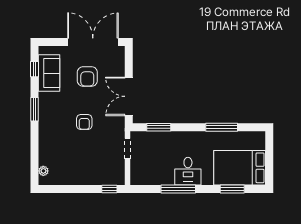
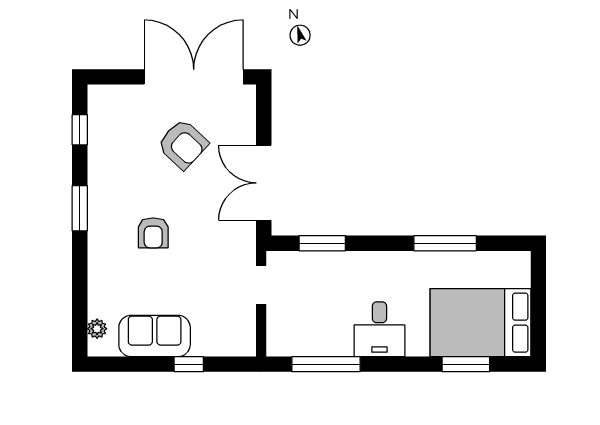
sofa: (49, 73) -> (155, 336), moved, turned -90
armchair: (87, 77) -> (183, 144), turned -47
armchair: (84, 122) -> (153, 233), moved
window: (109, 189) -> (189, 364), moved
window: (178, 189) -> (326, 364), moved

